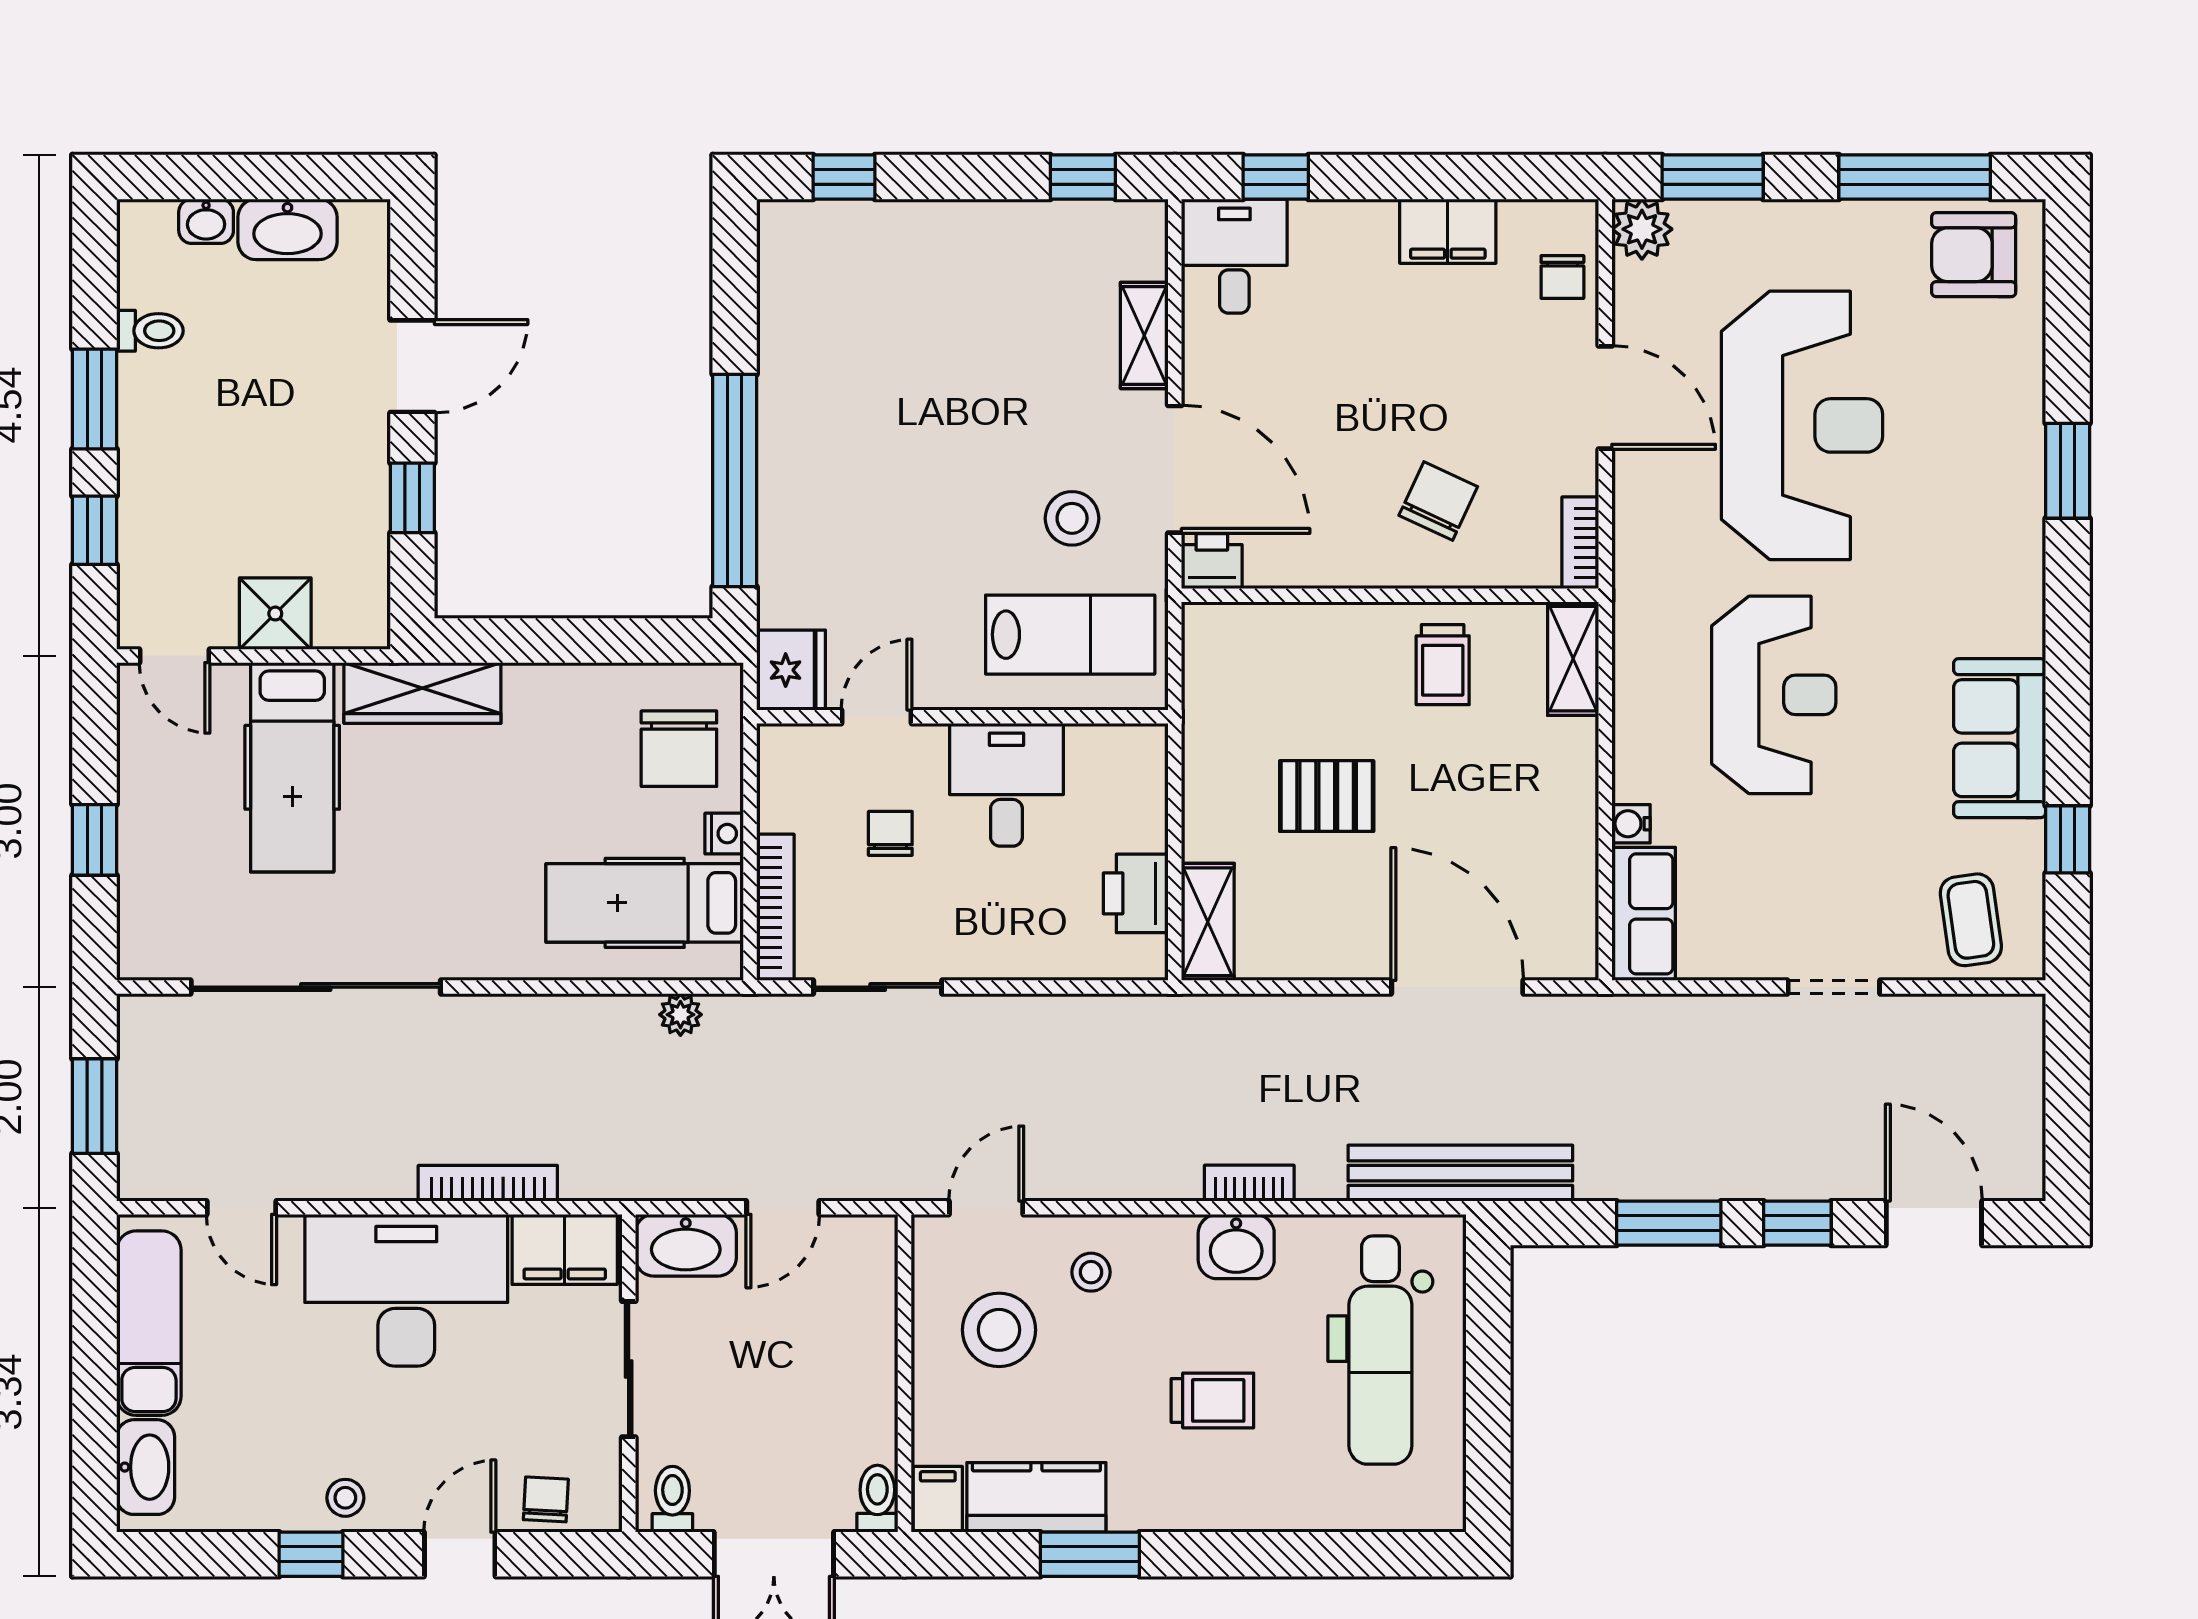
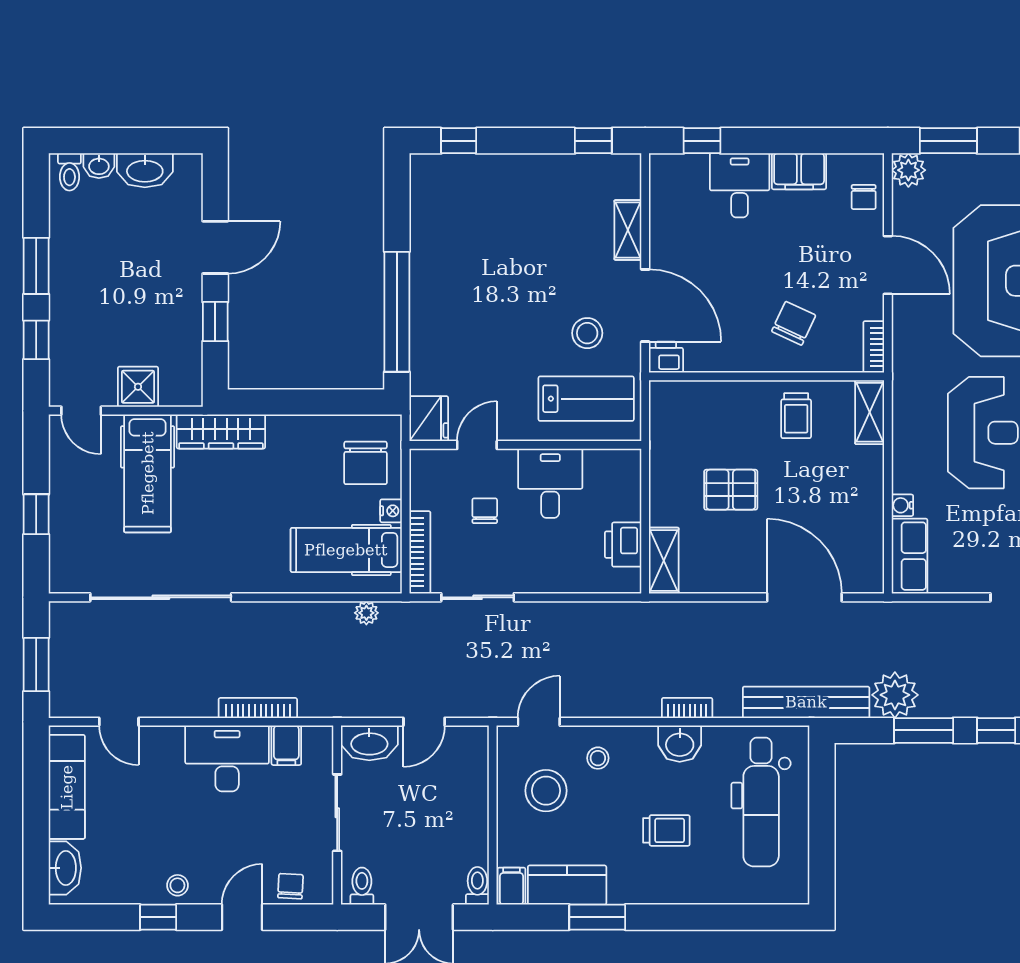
desk: (1234, 256) -> (740, 185), moved
toilet: (150, 331) -> (69, 172), moved, turned 90
plant: (1618, 1160) -> (895, 695), added
filing cabinet: (565, 1249) -> (286, 745), width x0.50
desk: (406, 1290) -> (227, 758), width x0.73, depth x0.77

